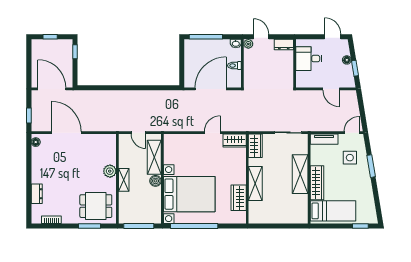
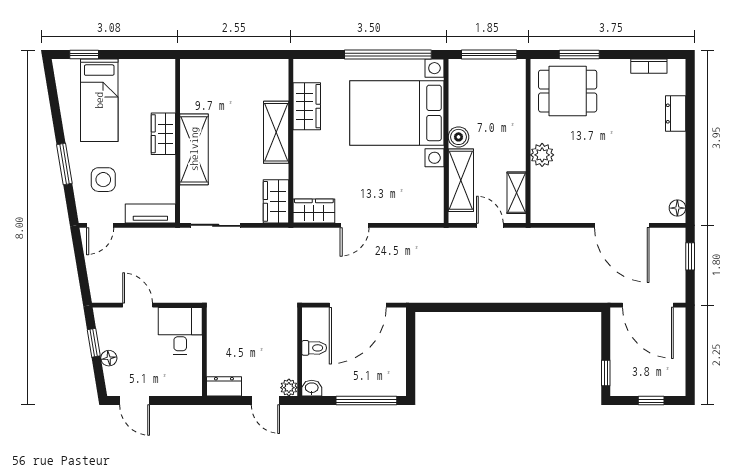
desk: (309, 59) -> (180, 331), moved, turned -90
shelving: (124, 180) -> (516, 193), moved
wardrobe: (317, 183) -> (163, 134), width x0.67
bed: (333, 211) -> (99, 100), moved, turned -90

